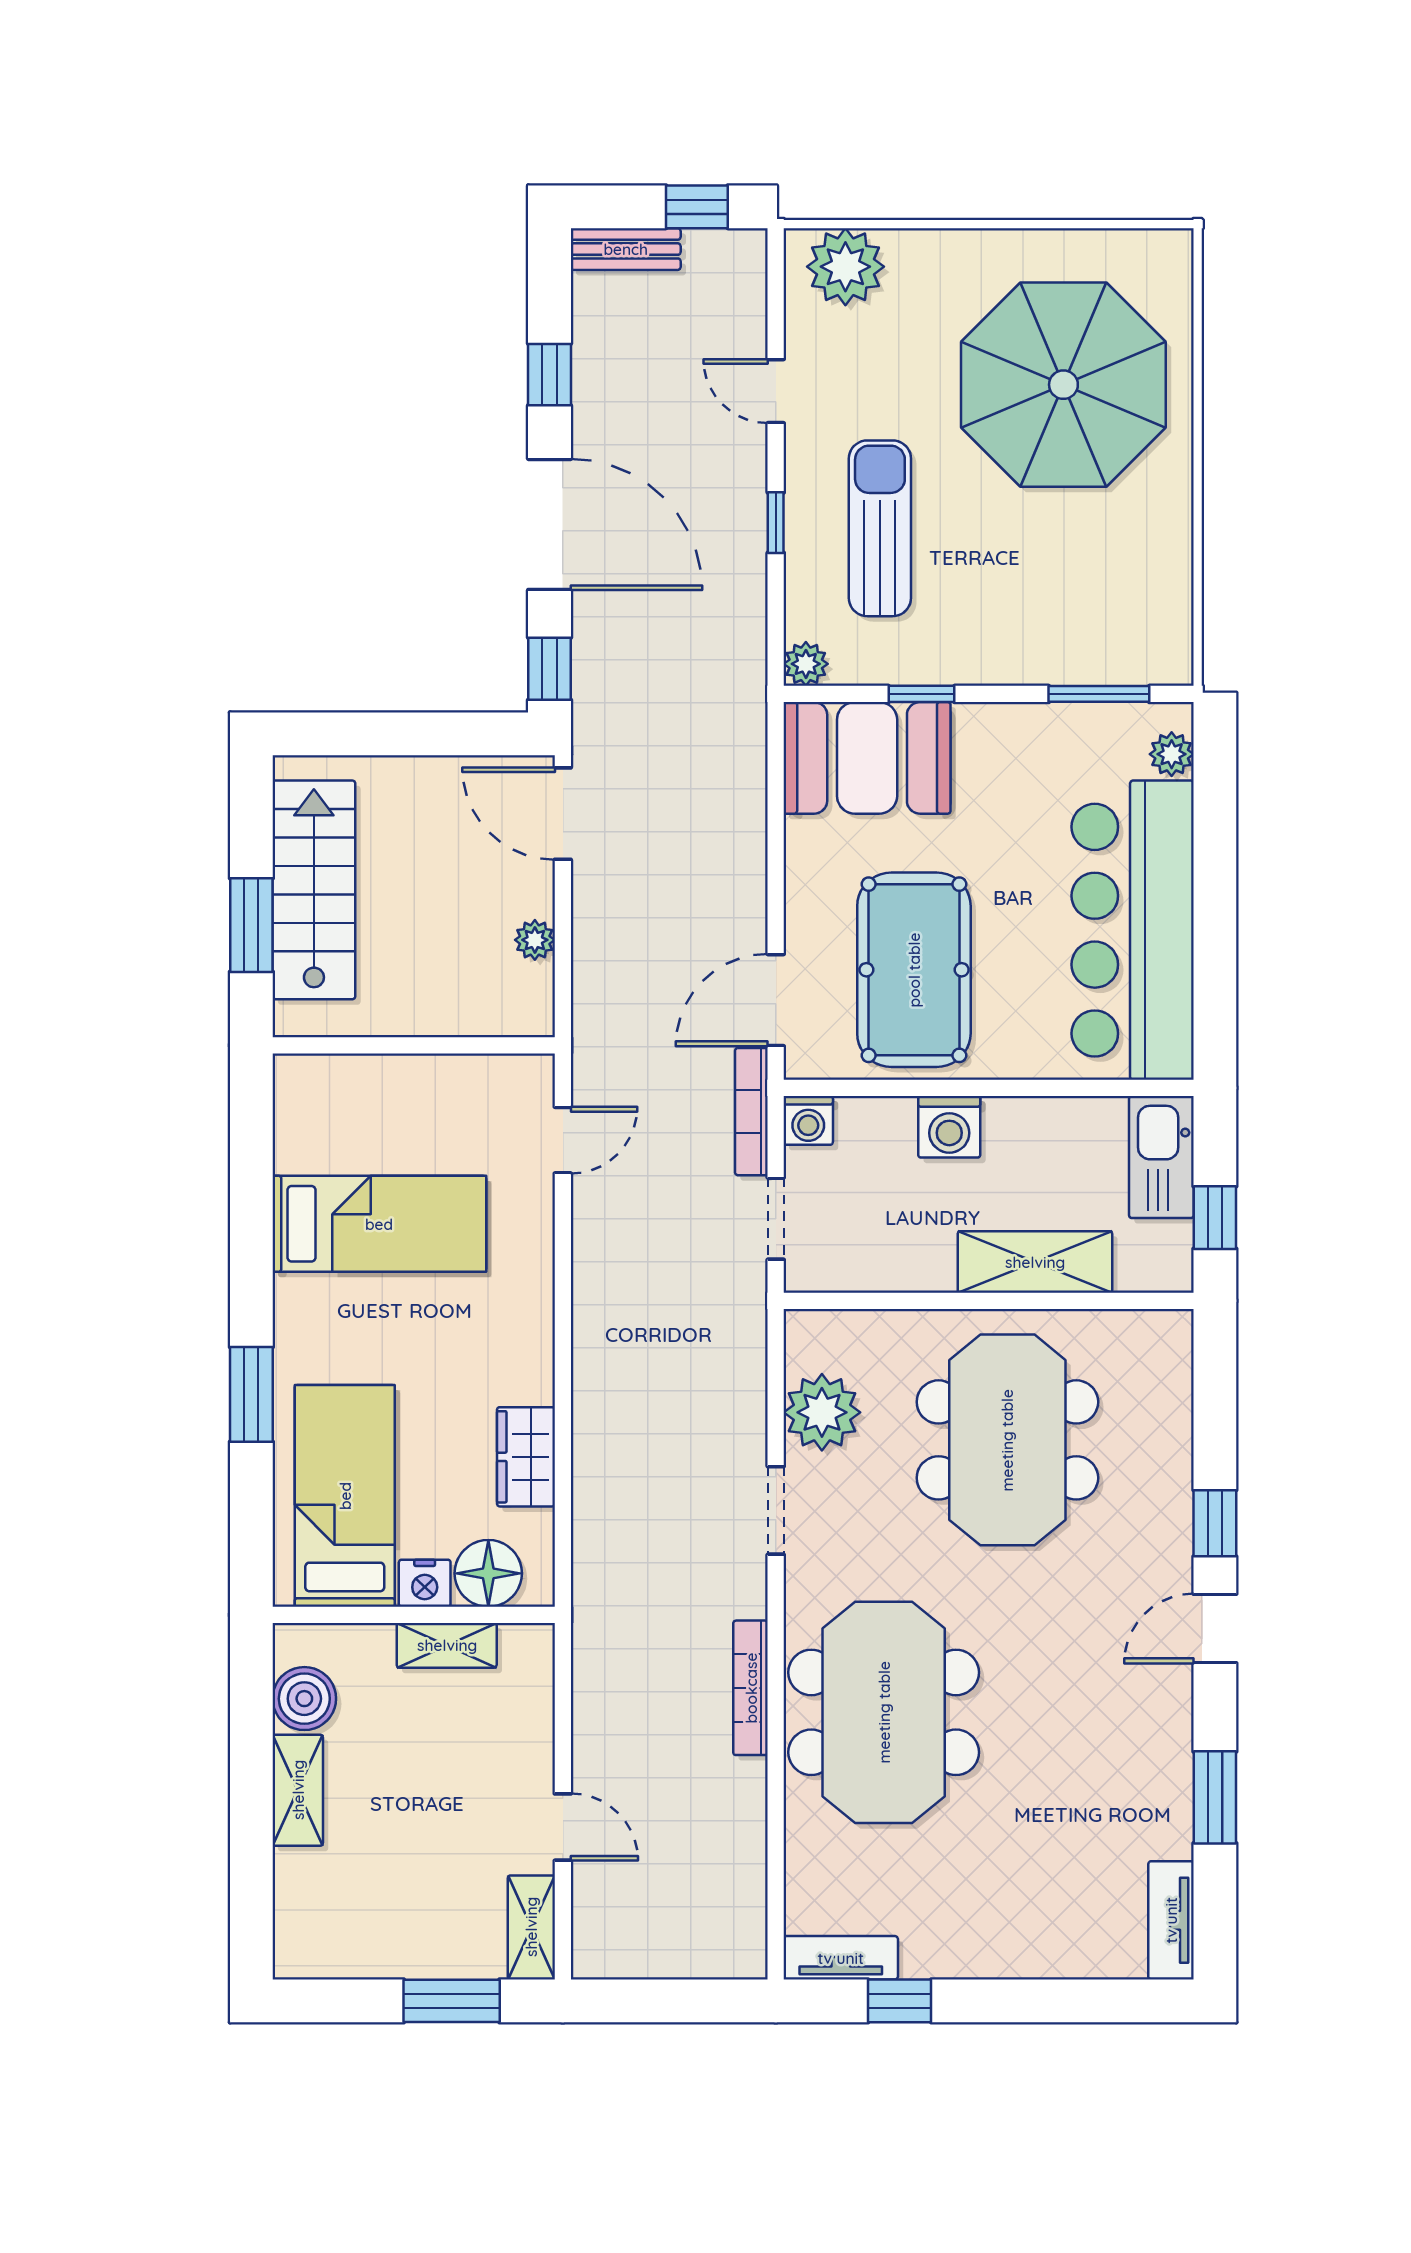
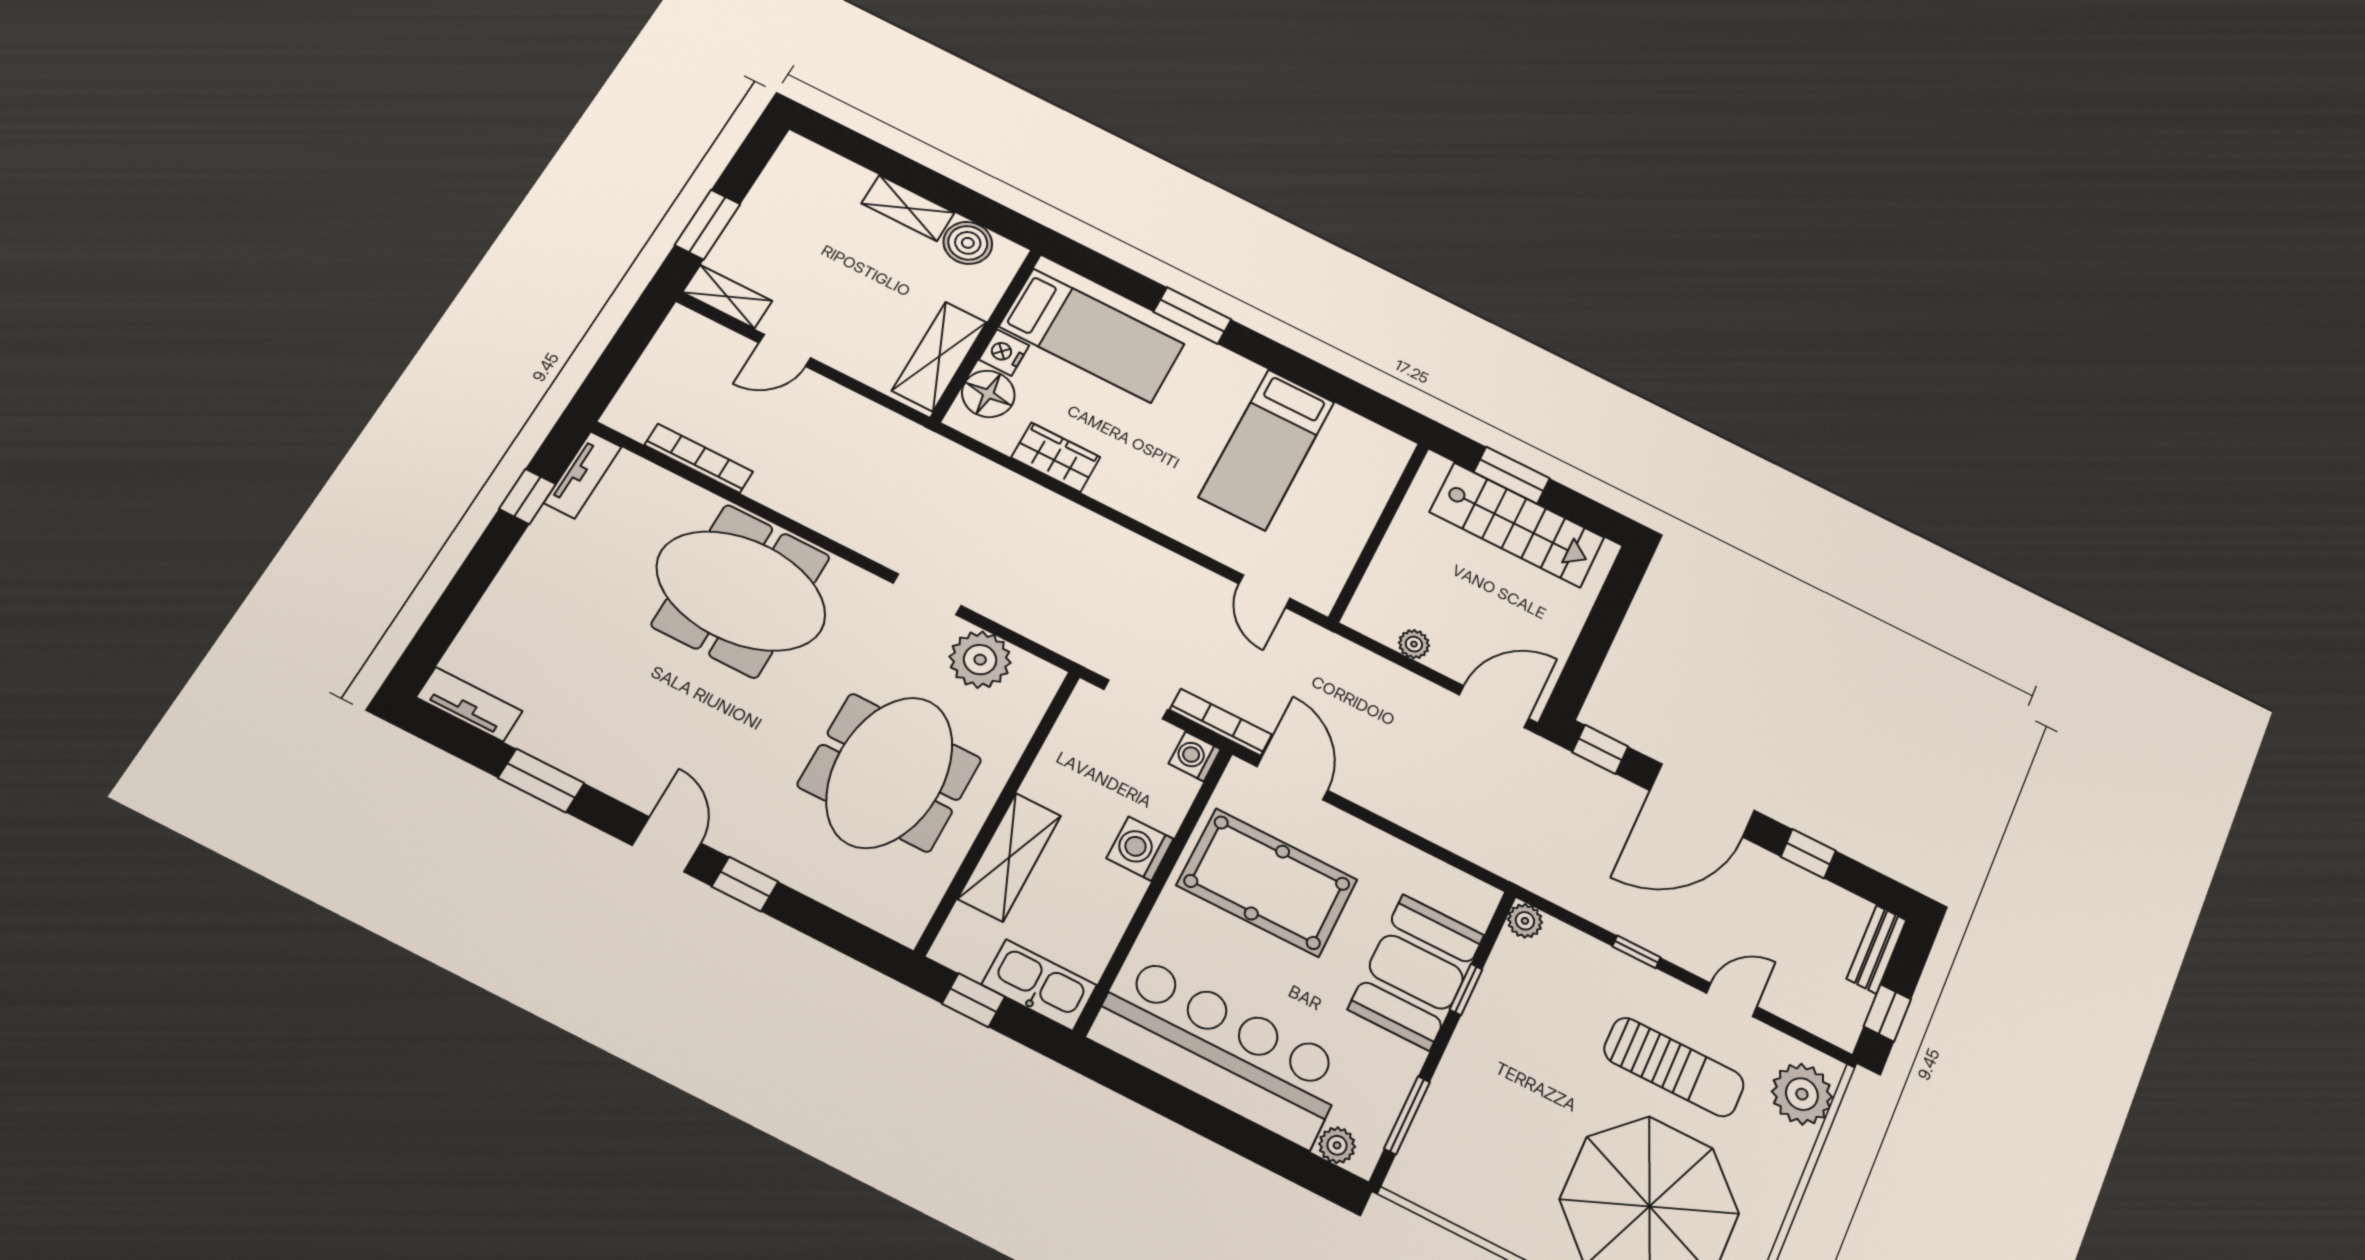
sun lounger: (880, 528) -> (1674, 1067), moved
booth: (867, 758) -> (1416, 972), moved
meeting table: (1007, 1440) -> (890, 772), turned 90
shelving: (447, 1645) -> (939, 356), width x1.50, depth x1.33
bookcase: (751, 1688) -> (699, 458), moved

